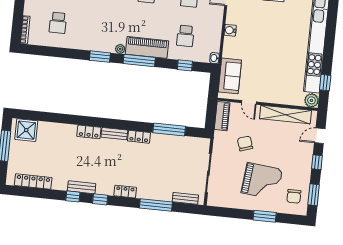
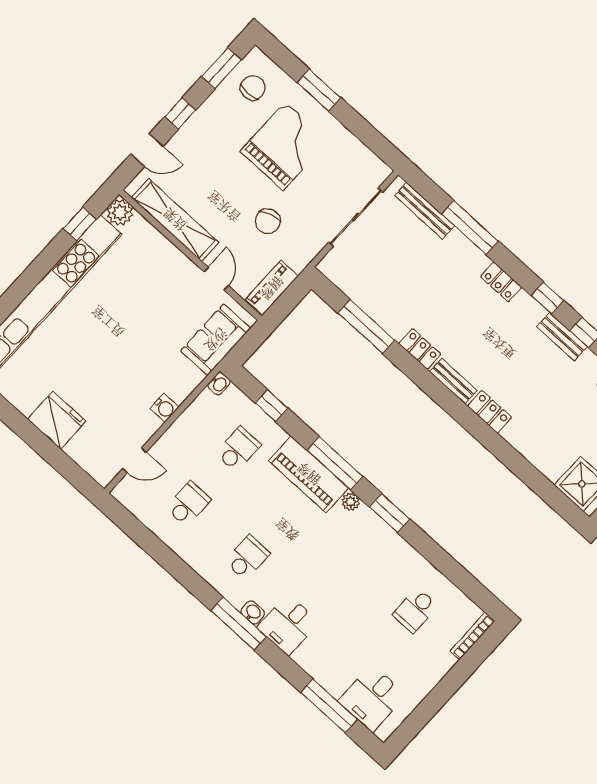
school desk: (58, 23) -> (415, 610), turned 180
grand piano: (262, 181) -> (284, 146), turned 84
bench: (185, 198) -> (425, 211), width x1.36

